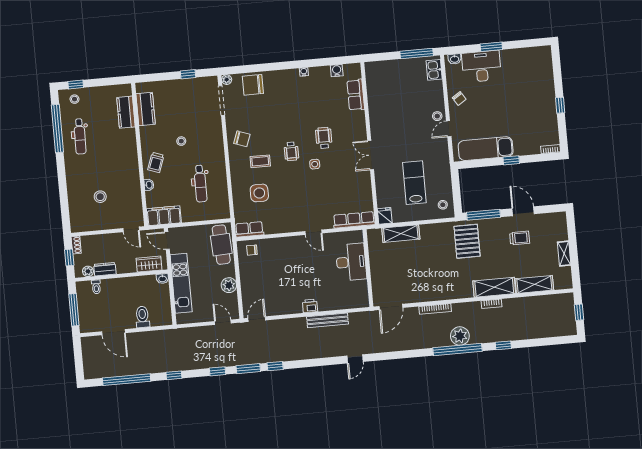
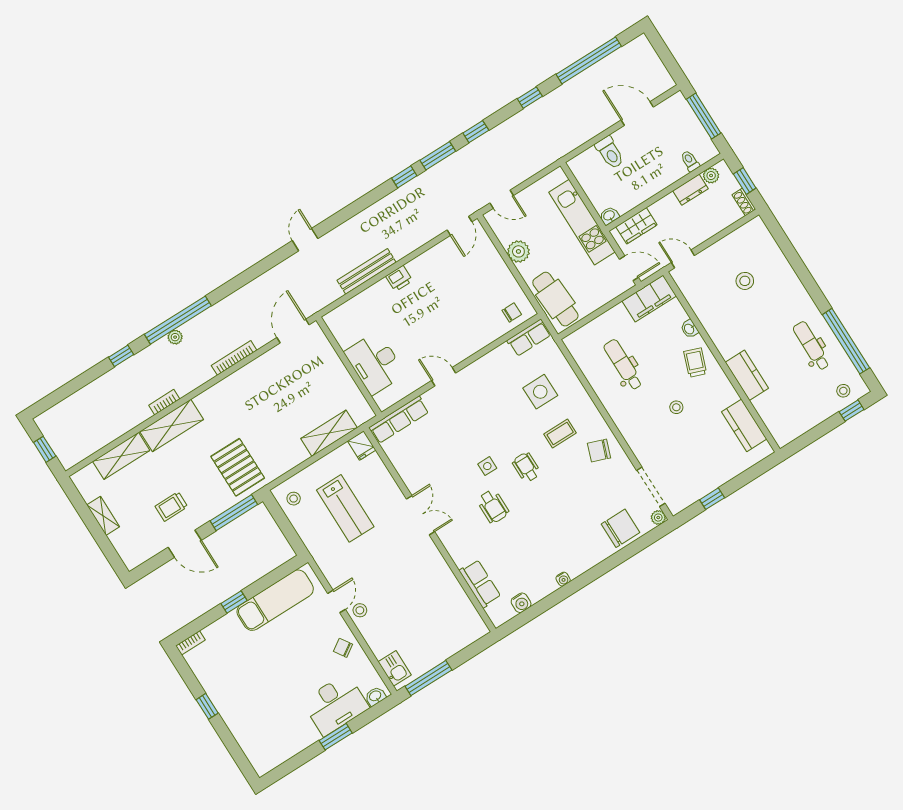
kitchen counter: (126, 112) -> (747, 375), moved
plant: (460, 336) -> (175, 337), width x0.53, depth x0.53

